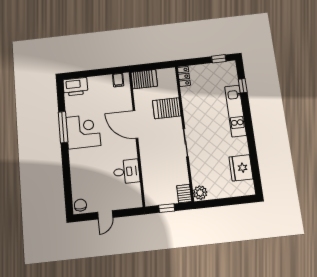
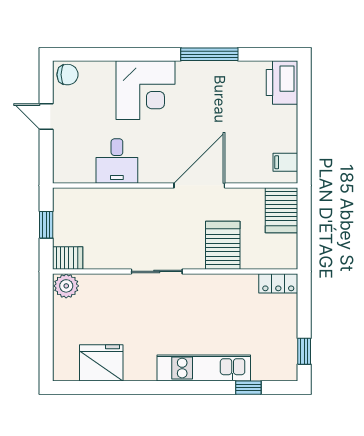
corner desk: (83, 131) -> (145, 90), moved

